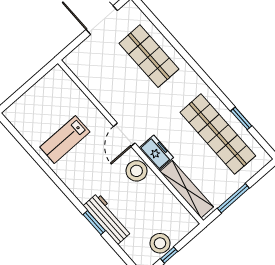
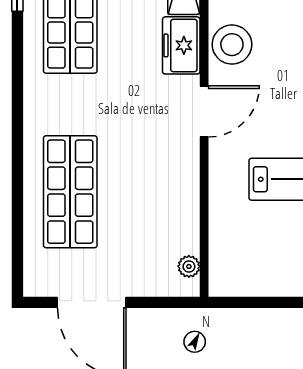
plant: (76, 68) -> (189, 266), added

